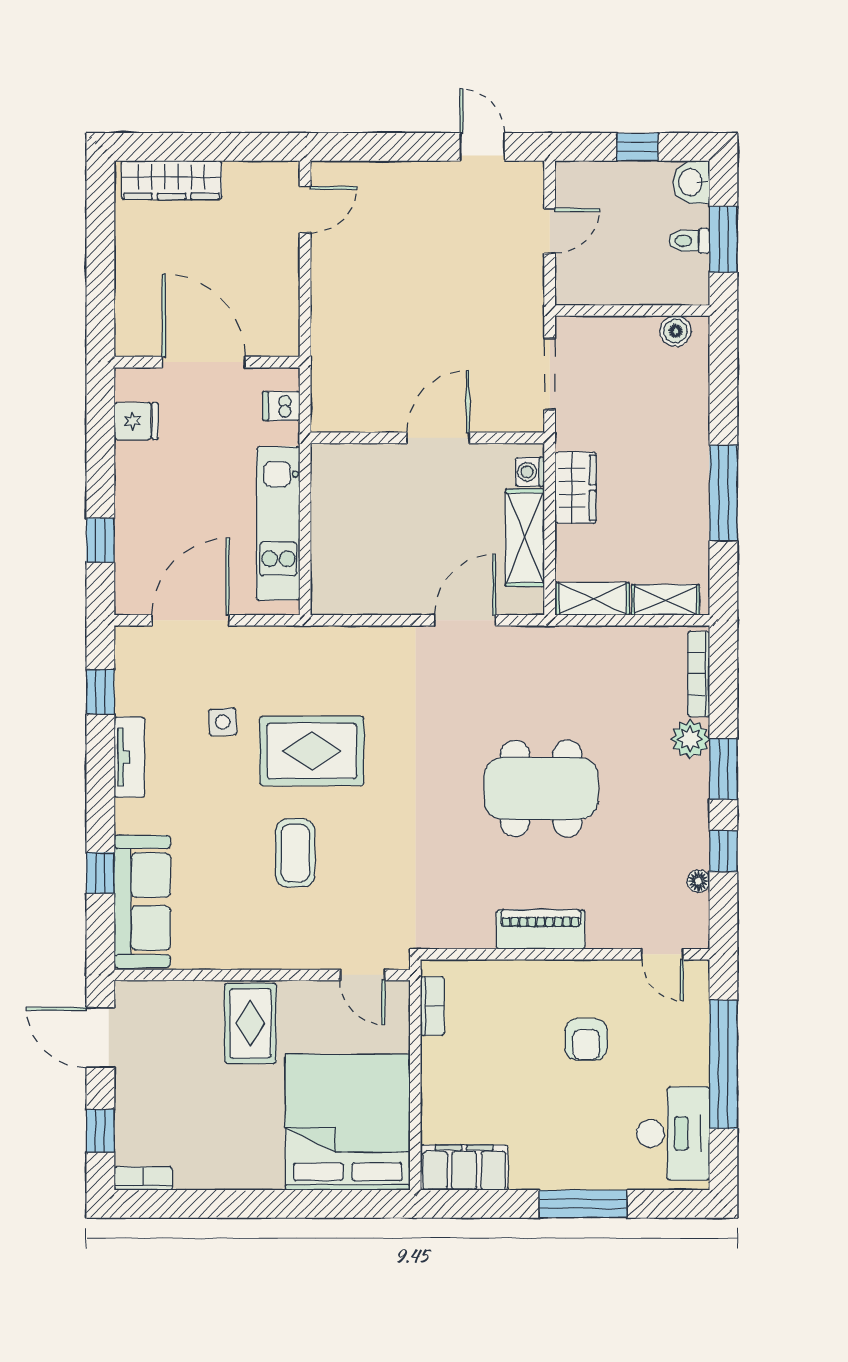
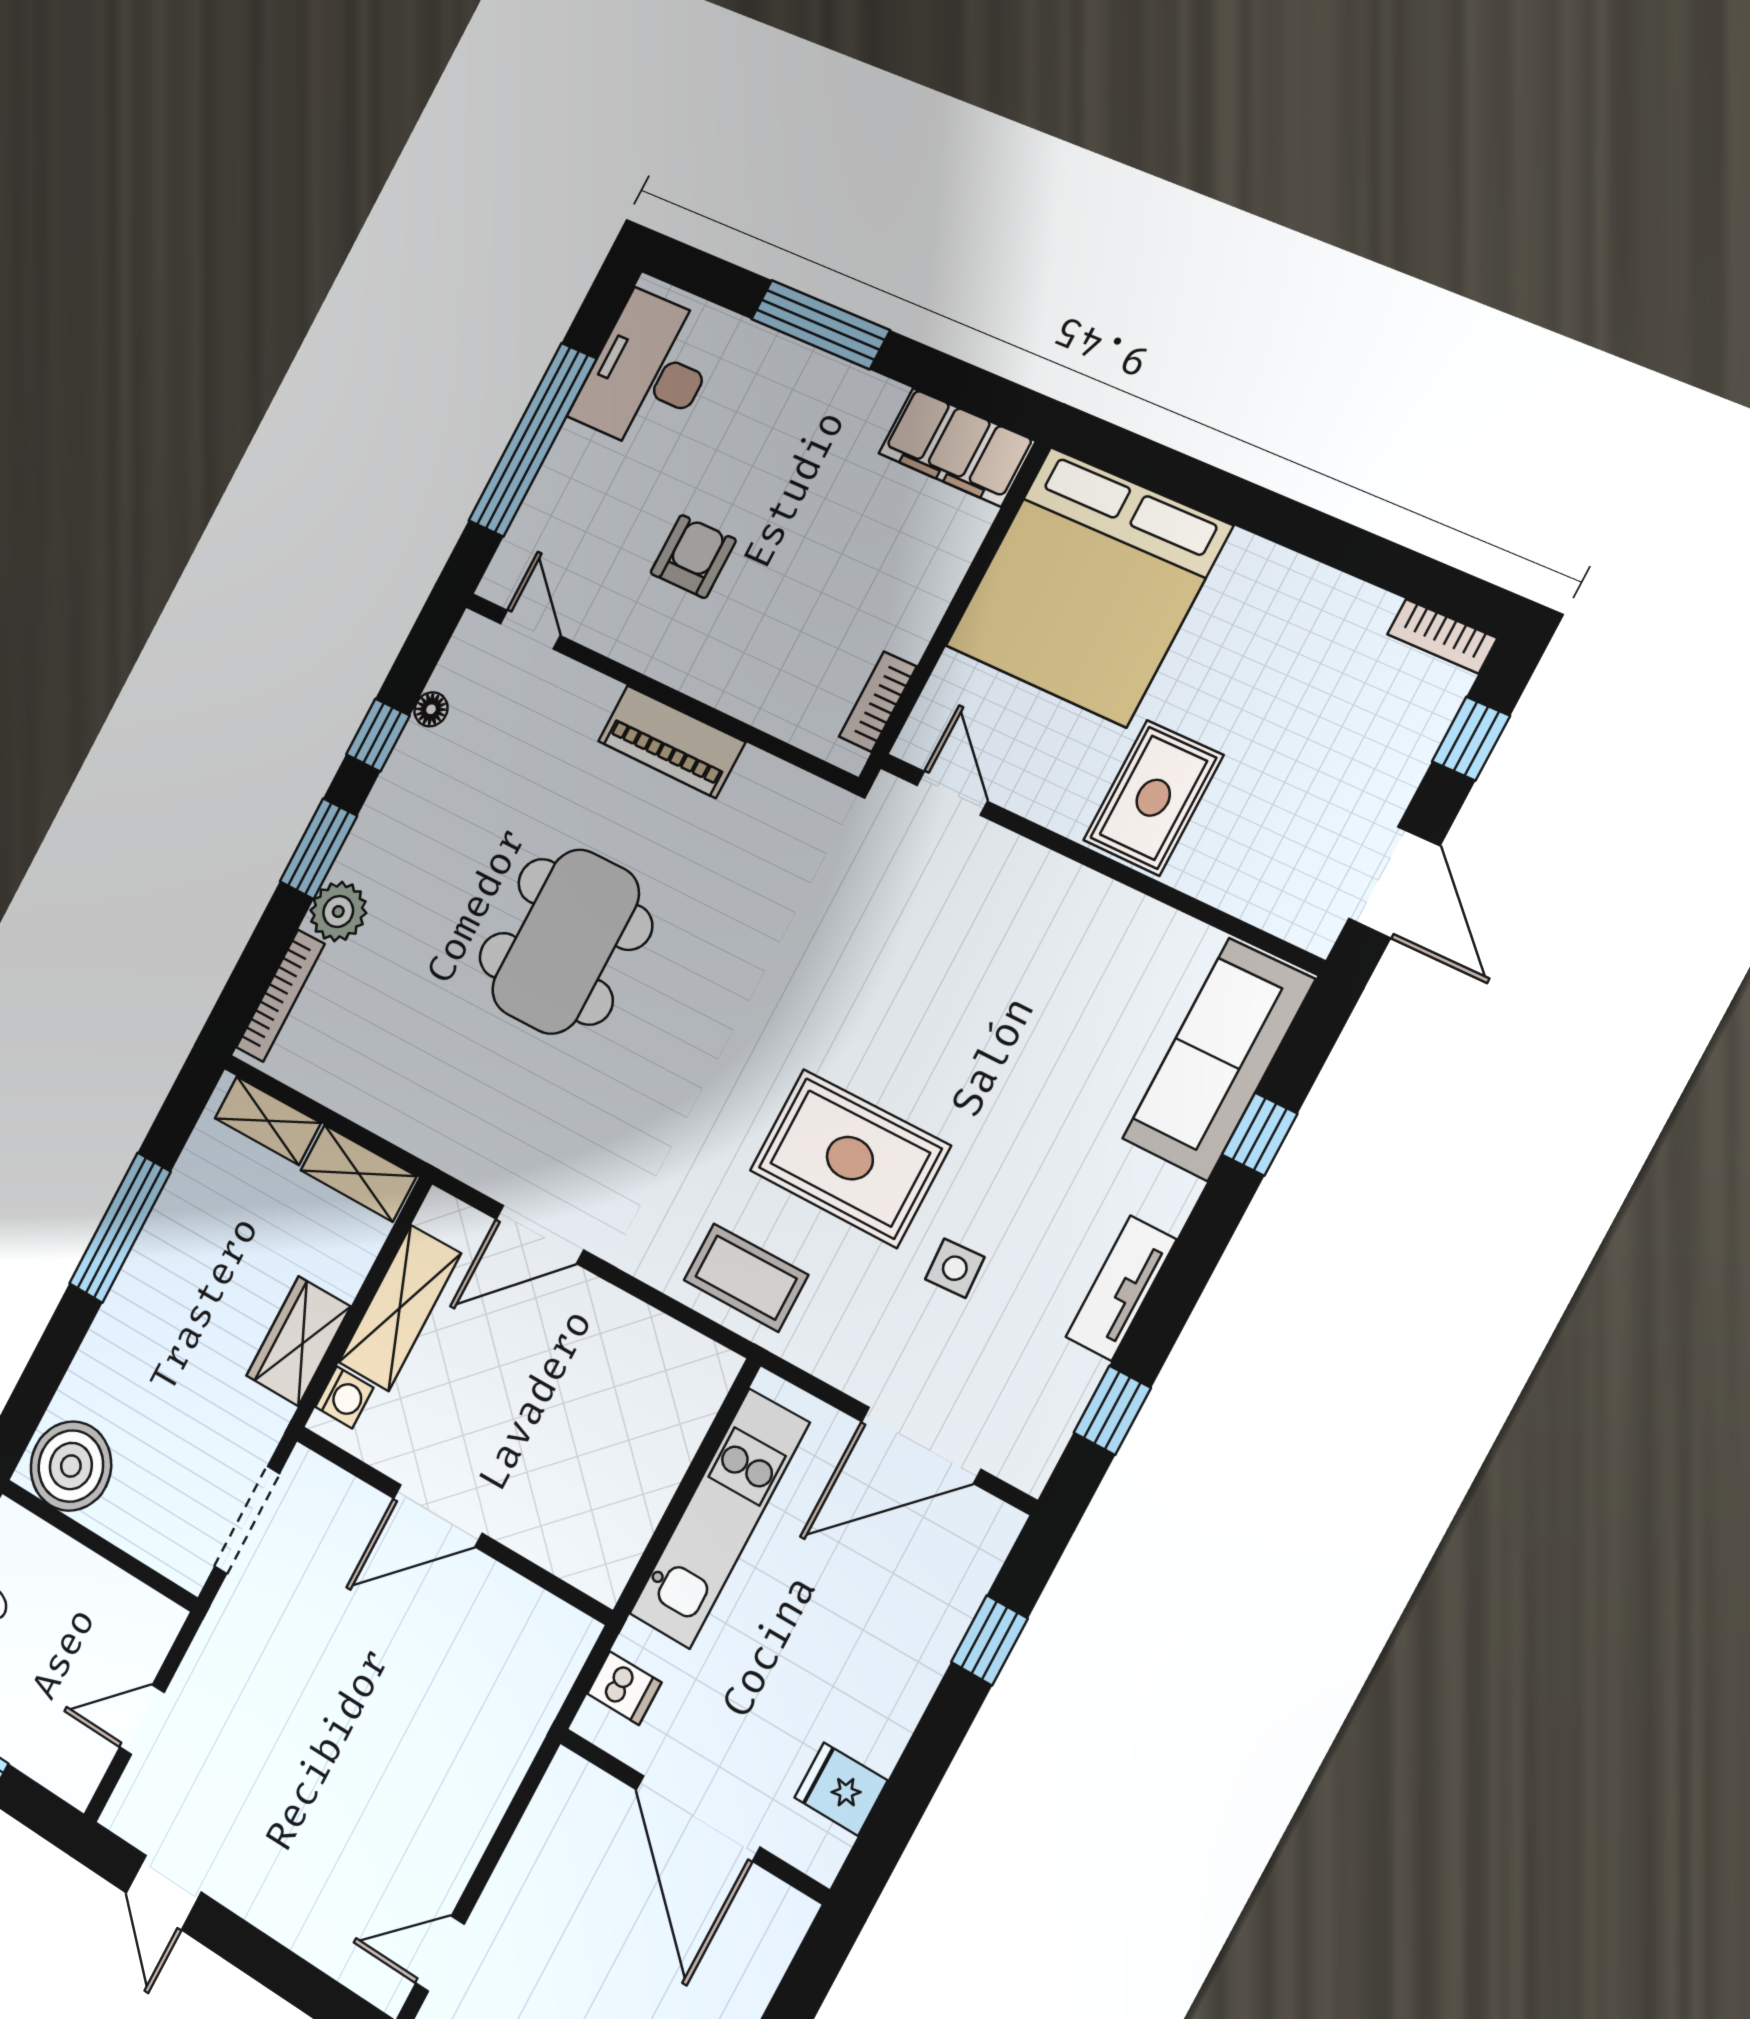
boiler: (676, 331) -> (71, 1466), width x1.86, depth x1.86
dining table: (541, 788) -> (565, 942), turned 90
coffee table: (295, 853) -> (746, 1278), moved, turned 90

